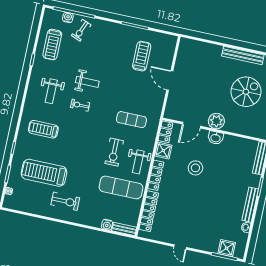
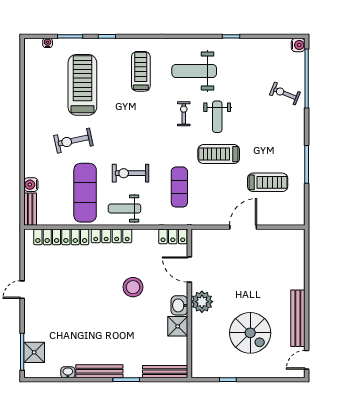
water cooler: (68, 17) -> (298, 45), moved
treadmill: (52, 45) -> (219, 154), moved
weight bench: (51, 91) -> (194, 71), width x1.36, depth x1.33
shower: (163, 151) -> (178, 326), moved
exercise bike: (65, 201) -> (73, 141), moved, turned 78

